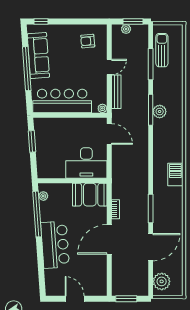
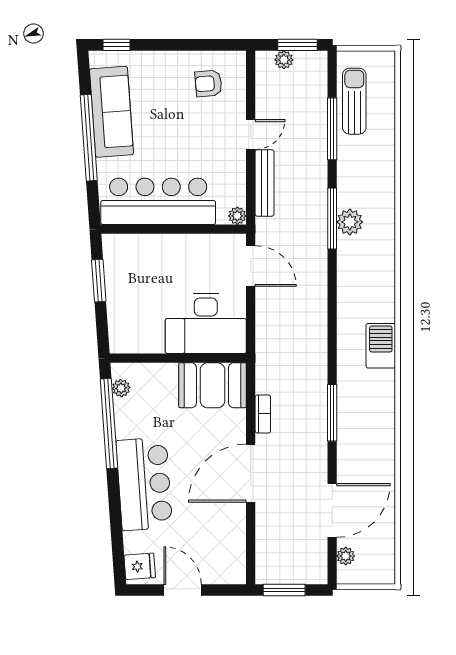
door: (151, 247) -> (332, 510), moved
plant: (162, 281) -> (346, 556), width x0.53, depth x0.53
fridge: (53, 287) -> (140, 566), added

